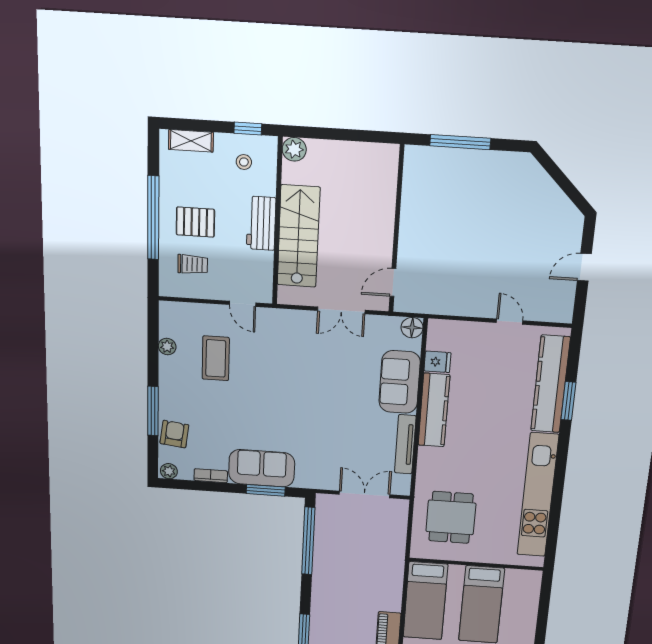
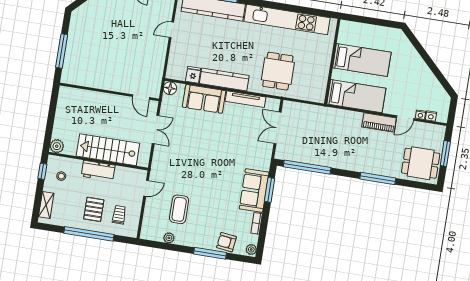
coffee table: (216, 358) -> (179, 209), turned 90
dining table: (451, 517) -> (278, 71), moved, turned 90

